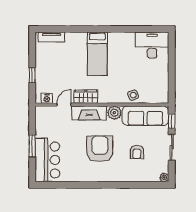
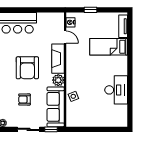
desk: (152, 45) -> (116, 90), moved
bed: (97, 54) -> (109, 47), moved
wardrobe: (86, 97) -> (72, 56), removed
window: (32, 146) -> (30, 10), removed
armchair: (100, 149) -> (27, 68), turned 90

